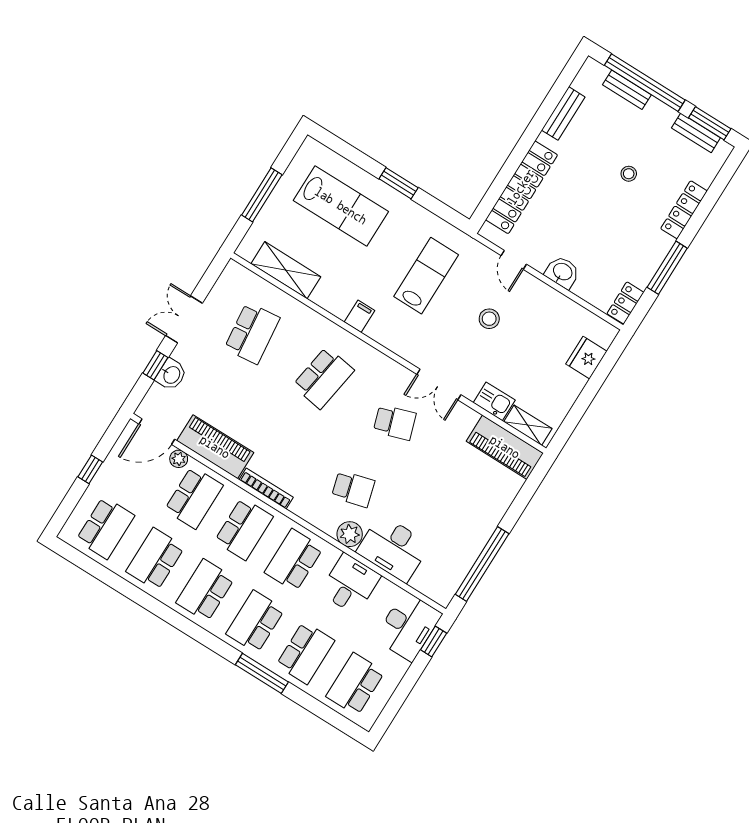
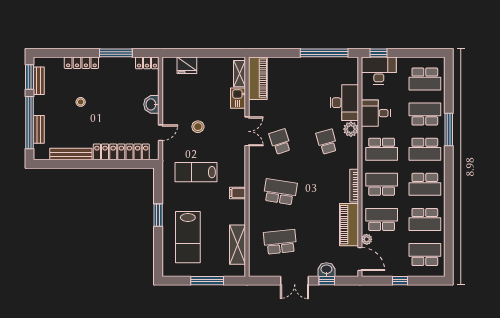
bench: (563, 113) -> (71, 154), width x1.36
lab bench: (341, 206) -> (188, 237), turned 180

